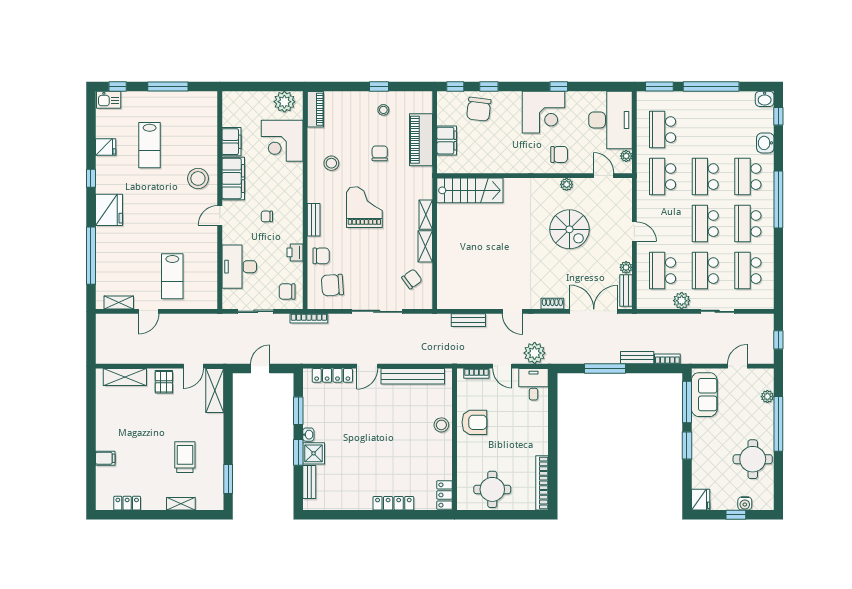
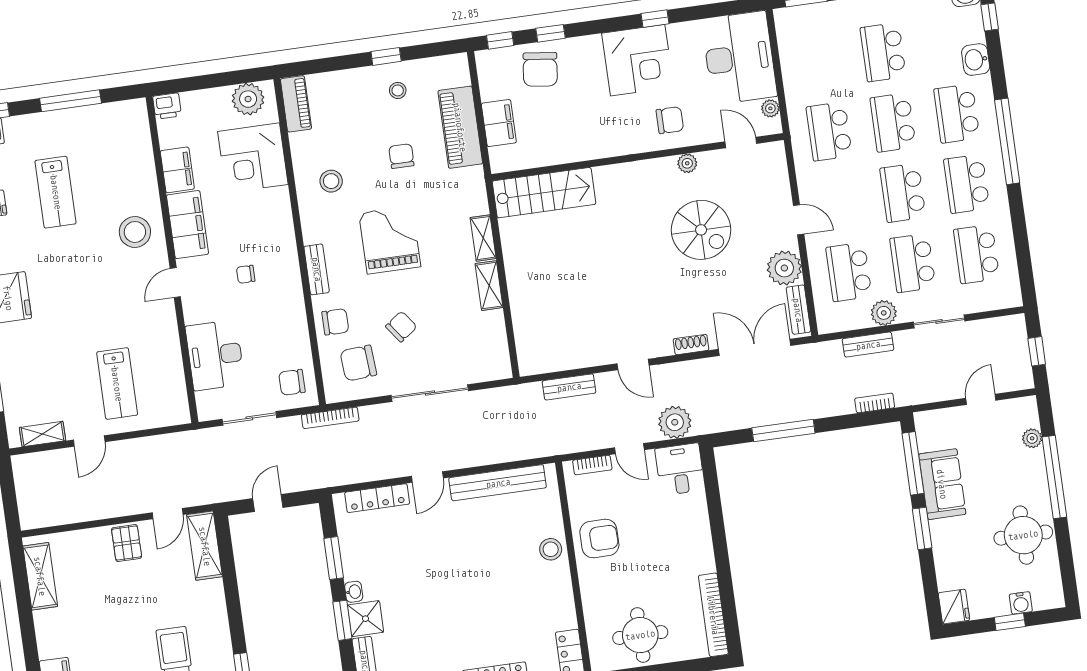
school desk: (663, 130) -> (883, 52), moved
printer: (295, 252) -> (167, 106), moved, turned -90
plant: (626, 267) -> (784, 268), width x1.88, depth x1.88
chair: (412, 279) -> (401, 327), moved
bench: (637, 358) -> (868, 345), moved
shelving: (125, 377) -> (40, 576), moved, turned 90
sofa: (704, 395) -> (942, 484), moved

